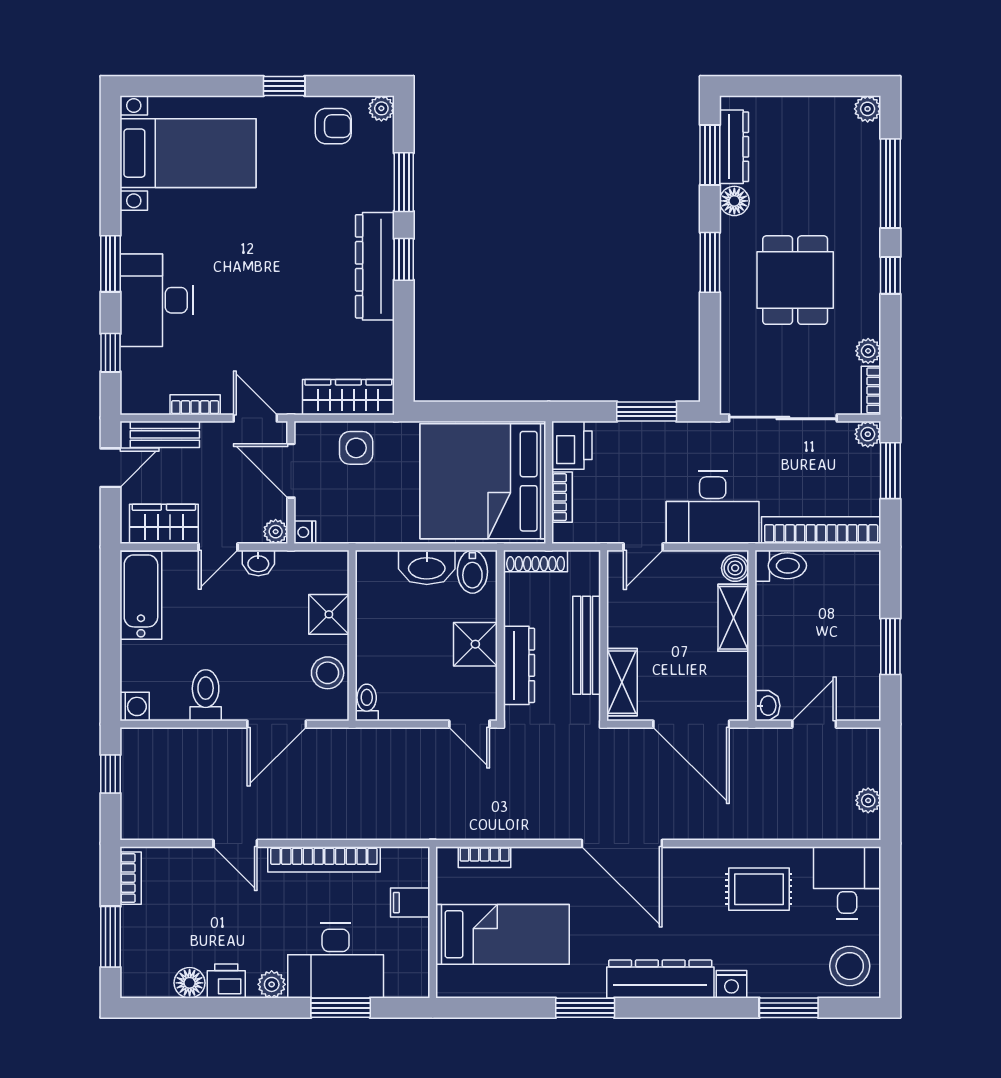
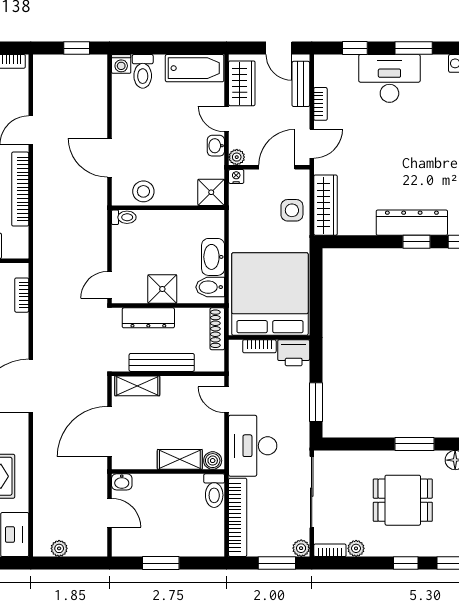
shower: (329, 614) -> (211, 192), moved
toilet: (206, 695) -> (143, 71), moved, turned 90

